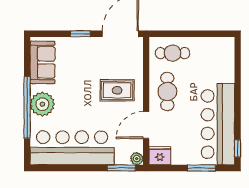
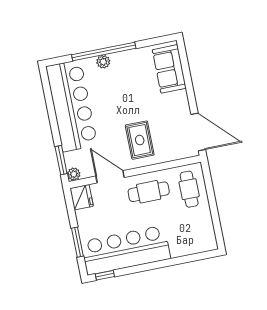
window: (80, 34) -> (190, 91), removed
sofa: (42, 62) -> (169, 69), moved, turned 90
plant: (42, 104) -> (103, 62), width x0.53, depth x0.53

